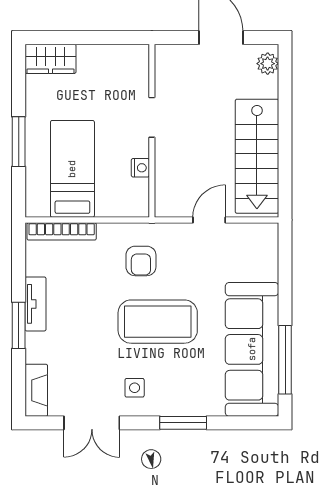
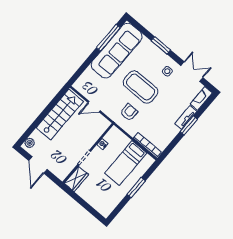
wardrobe: (51, 59) -> (76, 179), moved, turned 90
tv unit: (35, 304) -> (186, 117), moved

